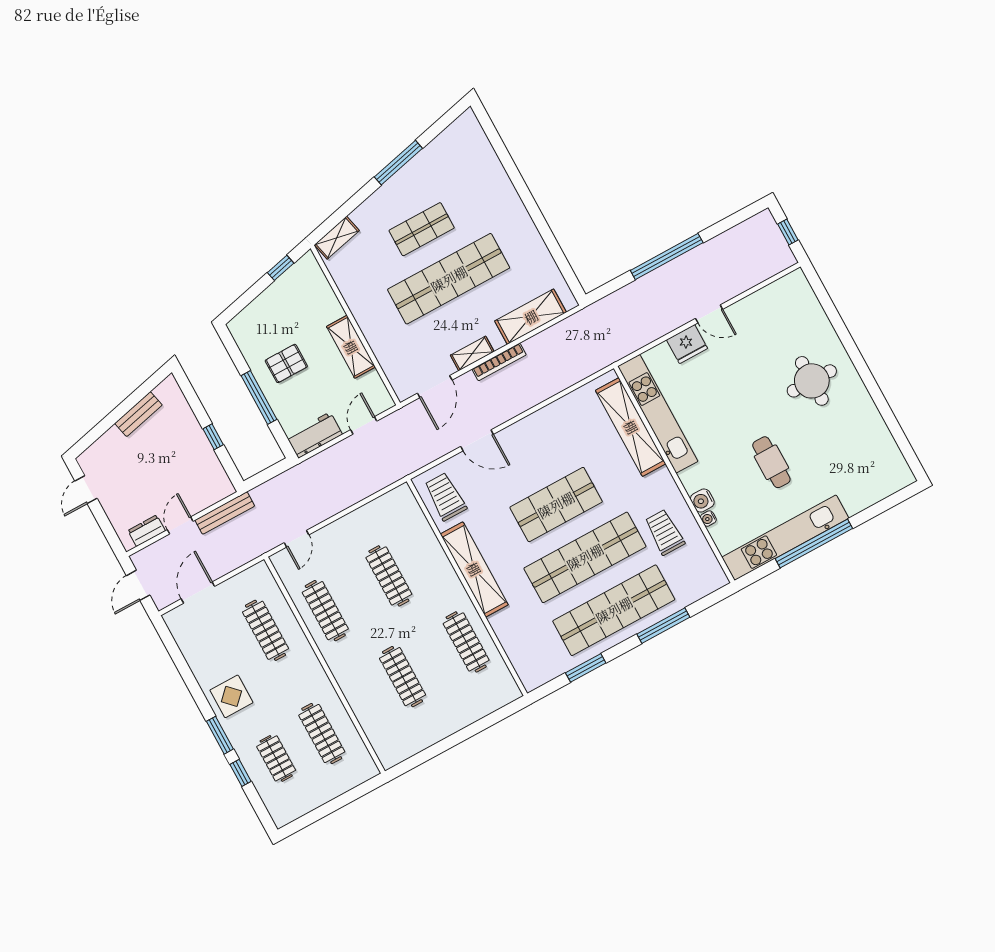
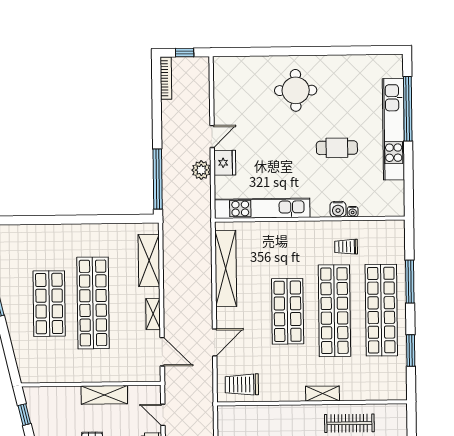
shop shelf: (422, 229) -> (49, 304), width x1.43, depth x1.36
shelving: (337, 238) -> (24, 365), removed
window: (667, 257) -> (158, 179), moved
plant: (665, 322) -> (201, 170), added
bookcase: (499, 362) -> (166, 78), moved
shelving: (631, 427) -> (226, 269), moved, turned 90
trolley: (665, 532) -> (346, 247), width x0.73, depth x0.72
kitchen unit: (785, 538) -> (393, 129), moved
window: (814, 543) -> (408, 109), moved
shelving: (474, 569) -> (323, 394), width x0.45, depth x0.75

